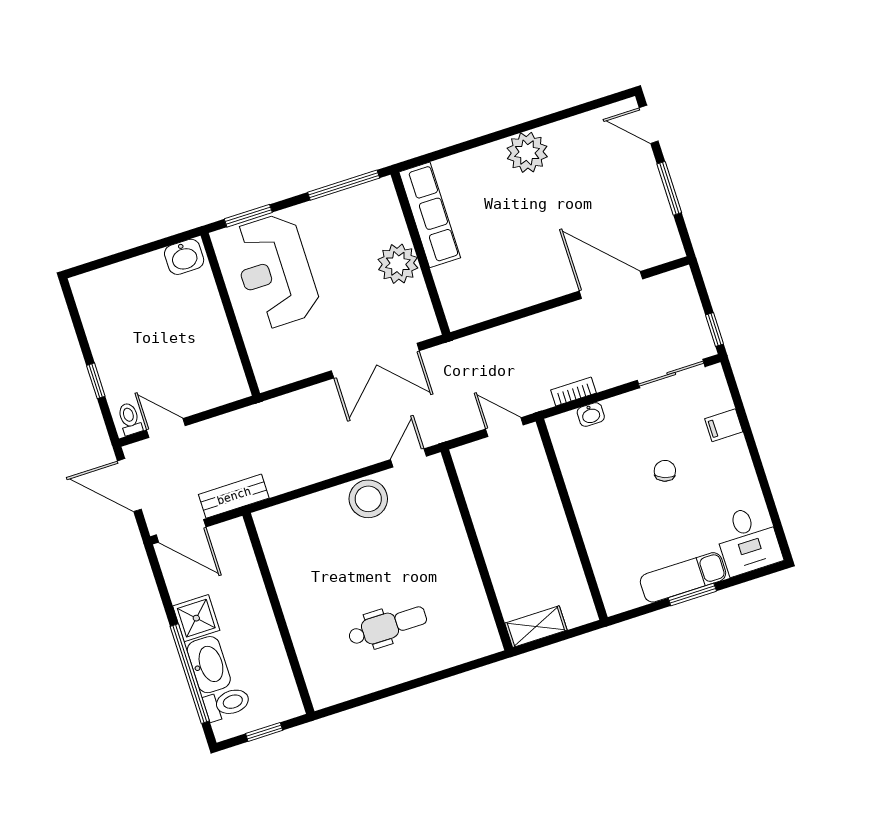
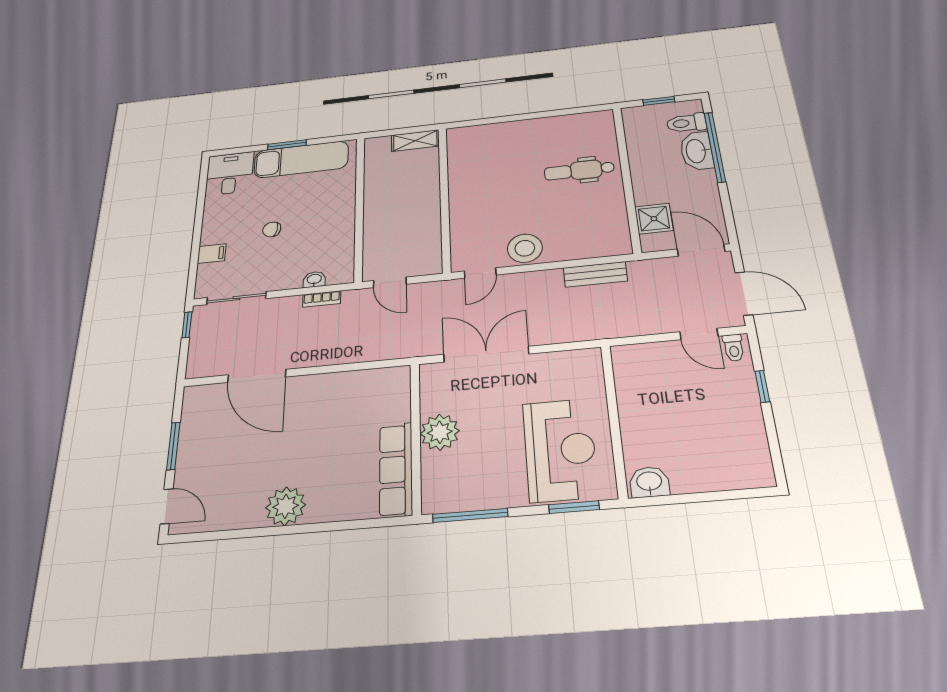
chair: (665, 471) -> (272, 229), turned 80
bench: (234, 496) -> (595, 274), moved
exam couch: (683, 577) -> (301, 159), width x1.36, depth x1.45
shower: (196, 618) -> (654, 219), moved
dental chair: (387, 626) -> (579, 170), moved

